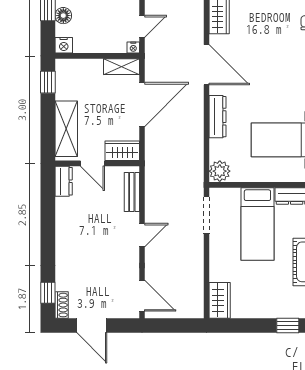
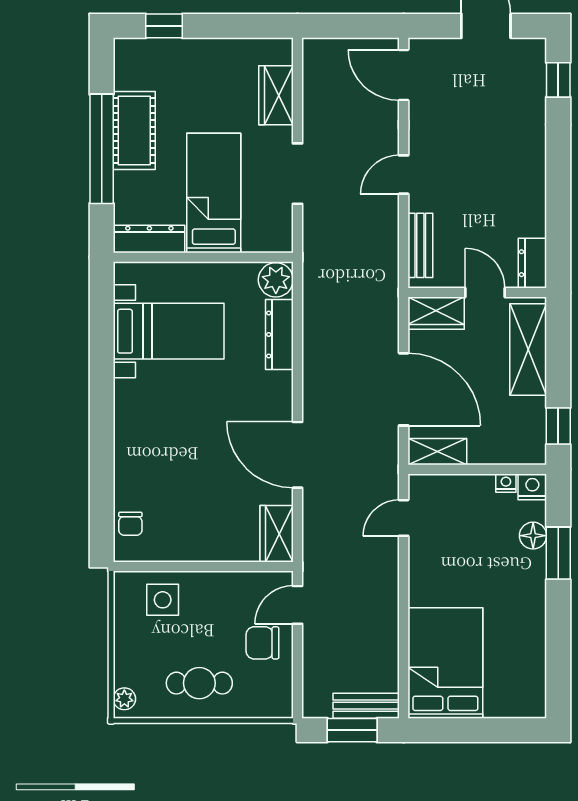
nightstand: (133, 47) -> (506, 483), moved
door: (142, 105) -> (404, 389), swing flipped
dresser: (218, 117) -> (279, 335), moved
doorway: (207, 215) -> (298, 174), moved
wardrobe: (220, 300) -> (276, 95), moved
shoe rack: (62, 305) -> (536, 60), removed

